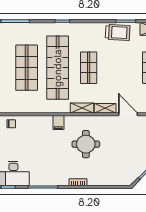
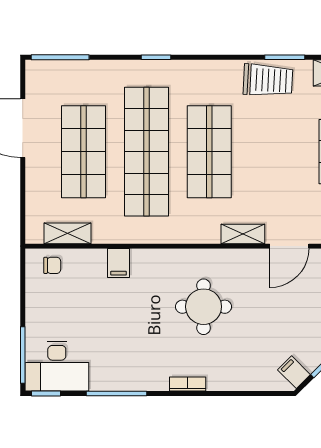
shop shelf: (89, 68) -> (209, 152), width x1.43, depth x1.36
shelving: (82, 108) -> (67, 233), moved
door: (128, 114) -> (289, 246), swing flipped
filing cabinet: (58, 123) -> (119, 263), moved
filing cabinet: (130, 176) -> (294, 372), added

